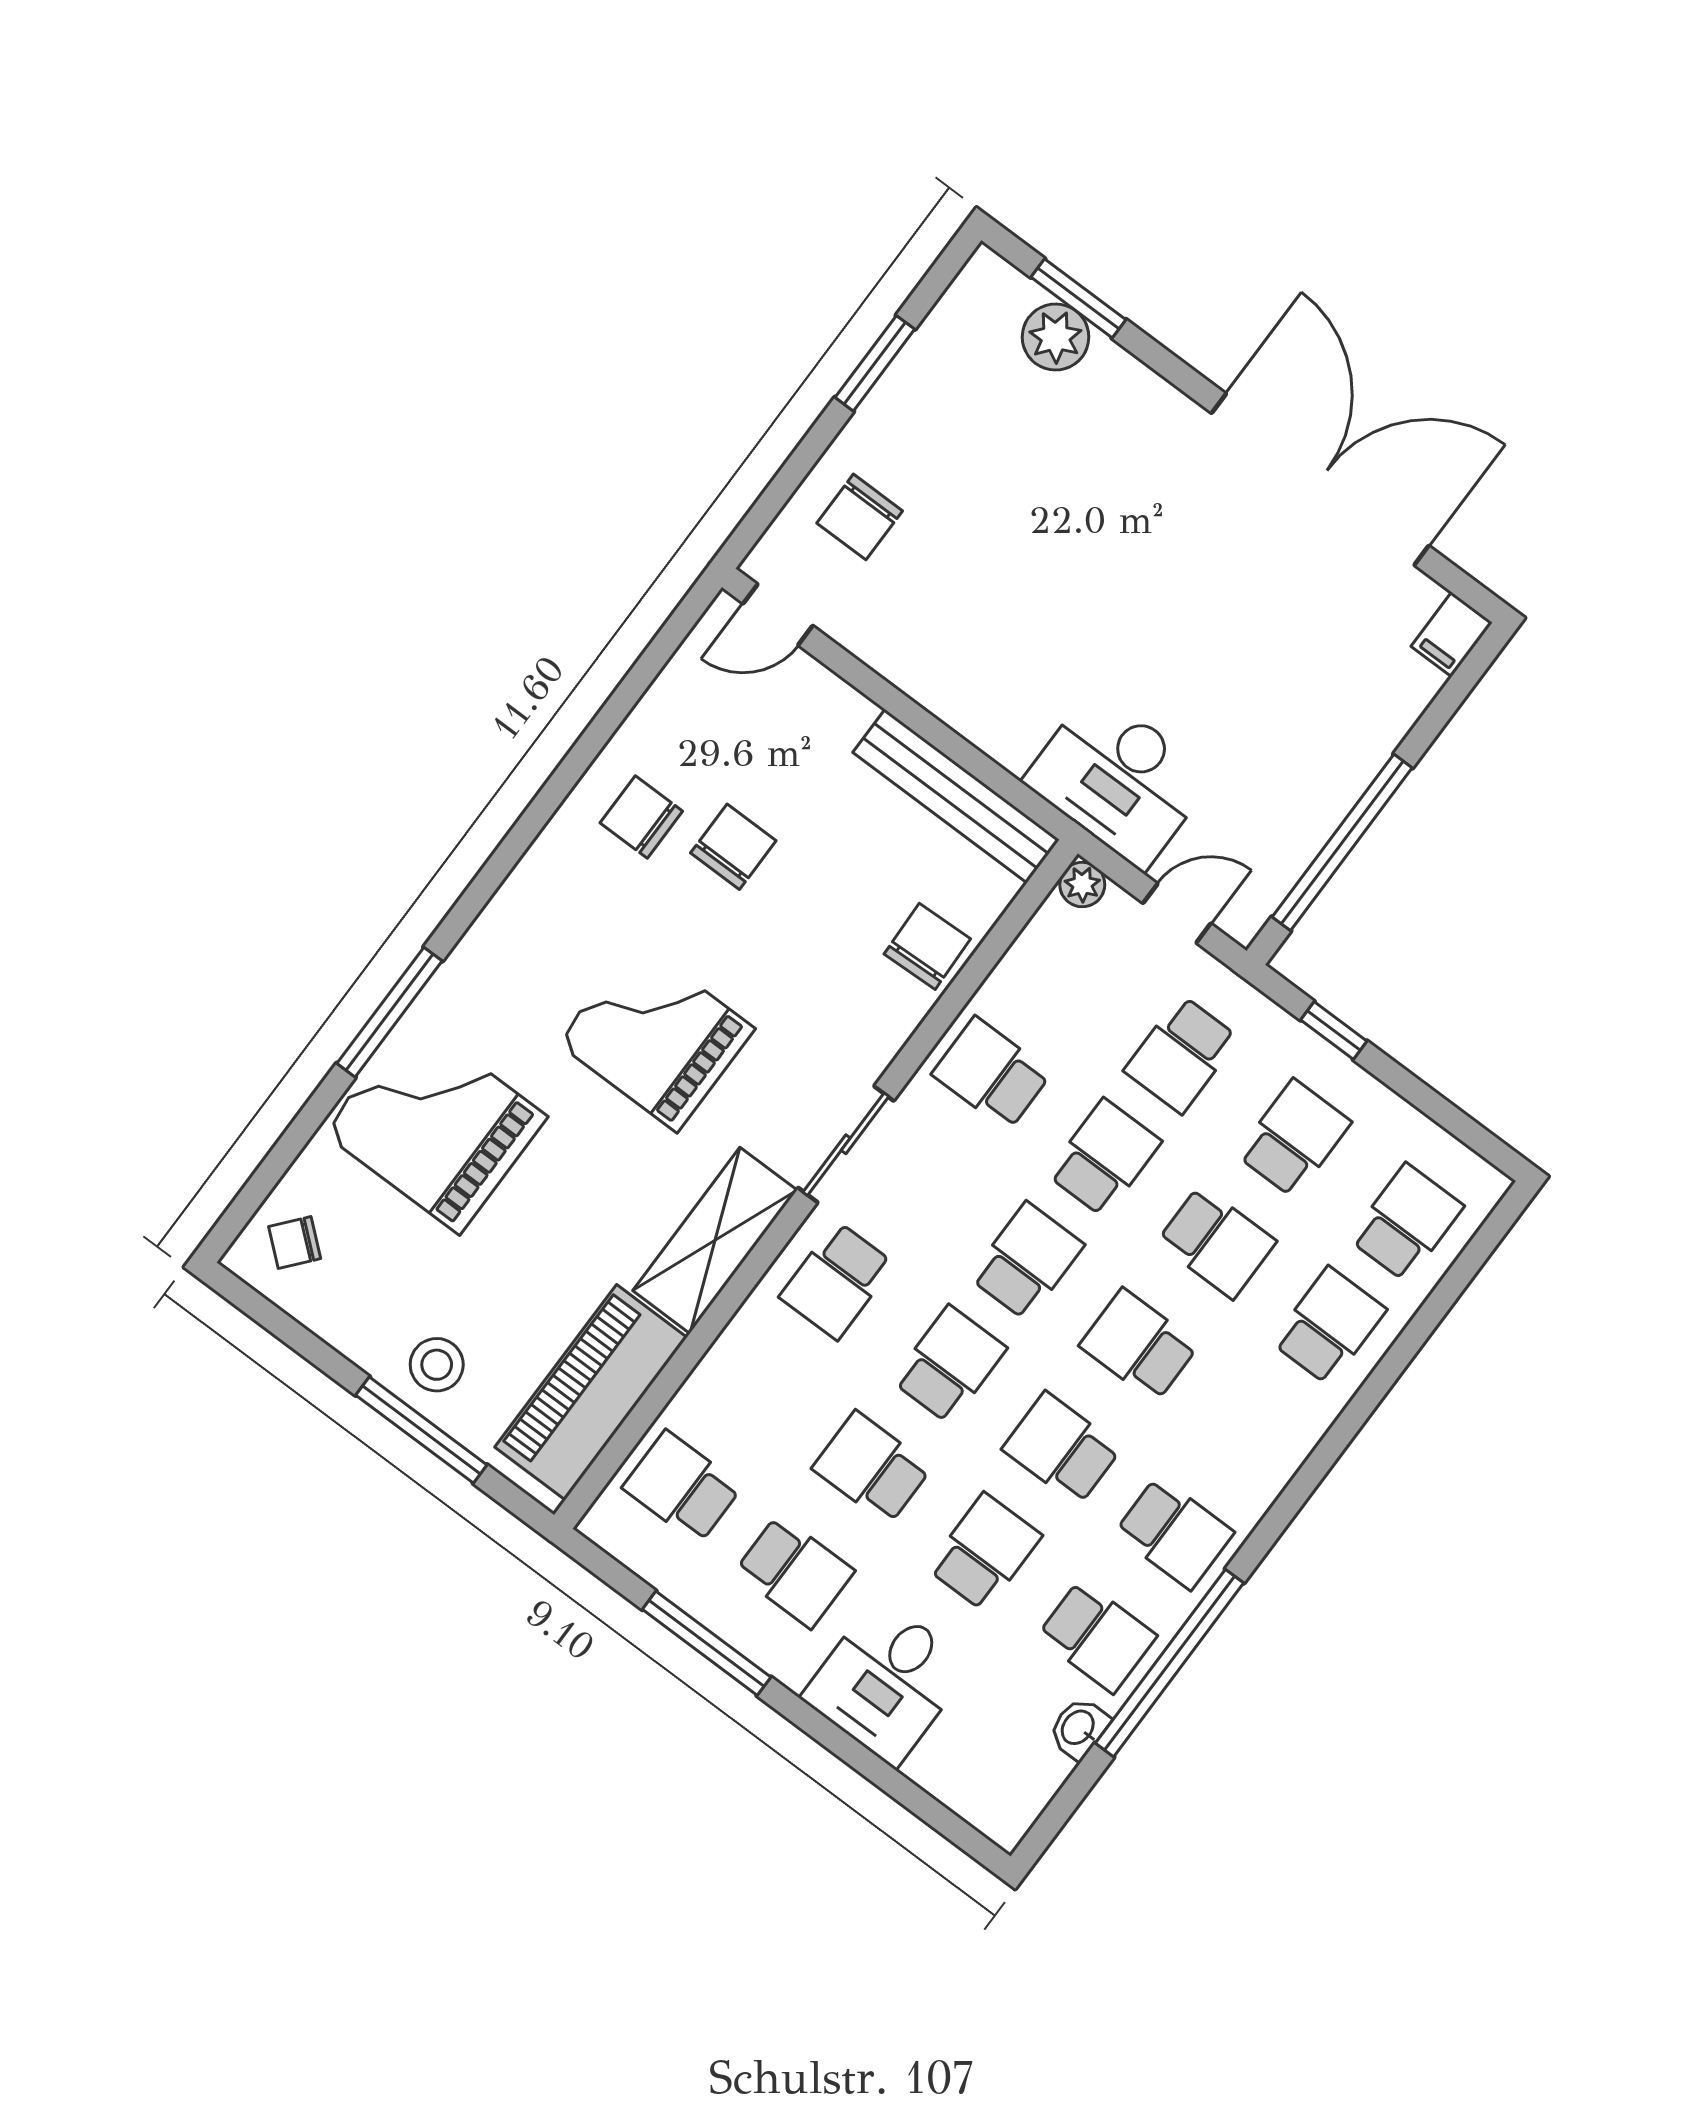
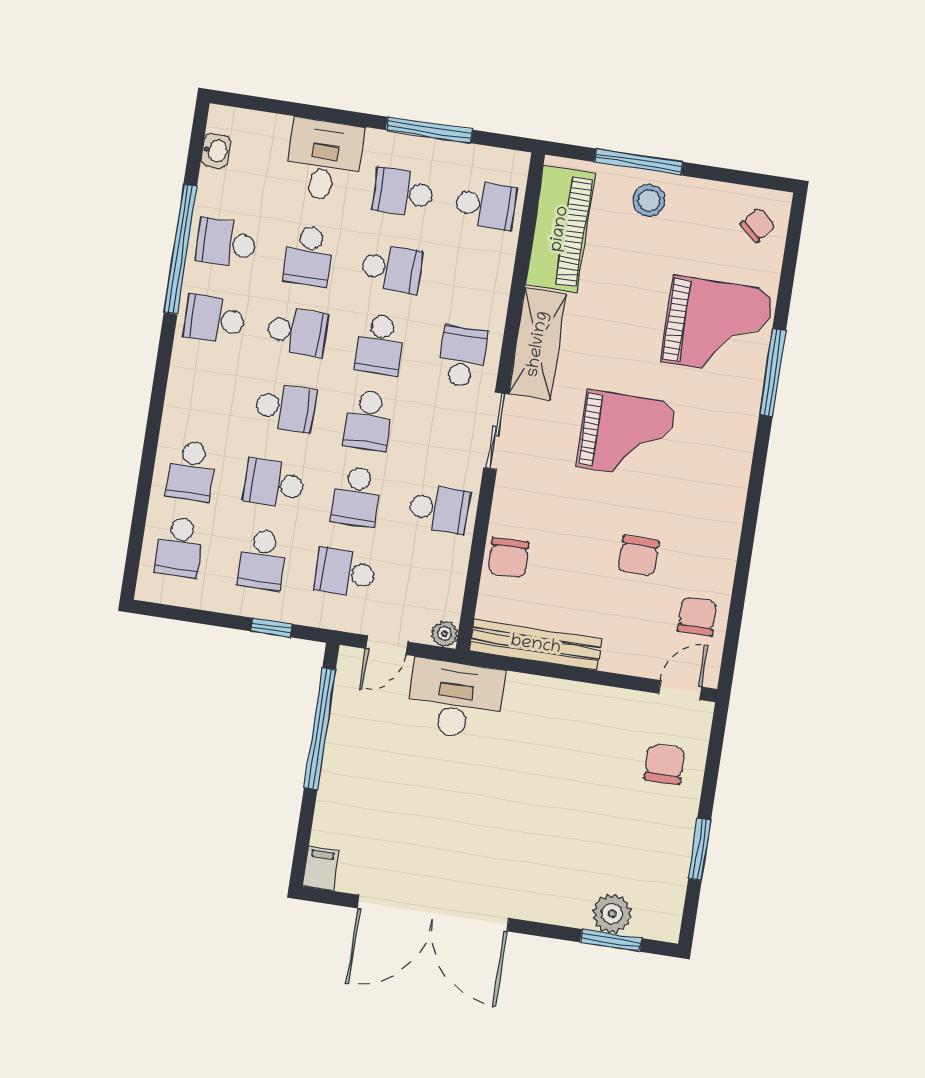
chair: (641, 817) -> (697, 616), moved, turned -90
school desk: (1181, 1054) -> (345, 572), turned -90
washbasin: (1079, 1728) -> (216, 151), moved

